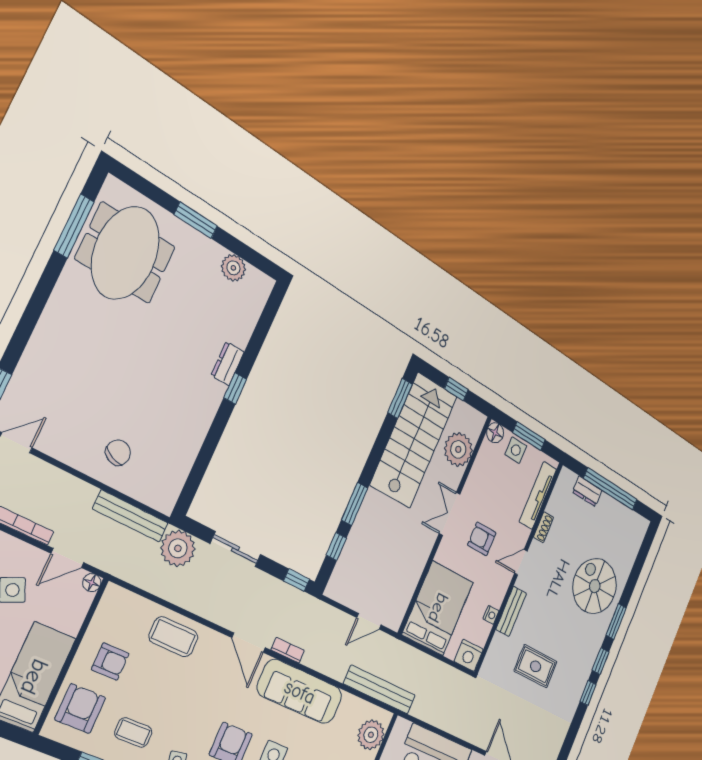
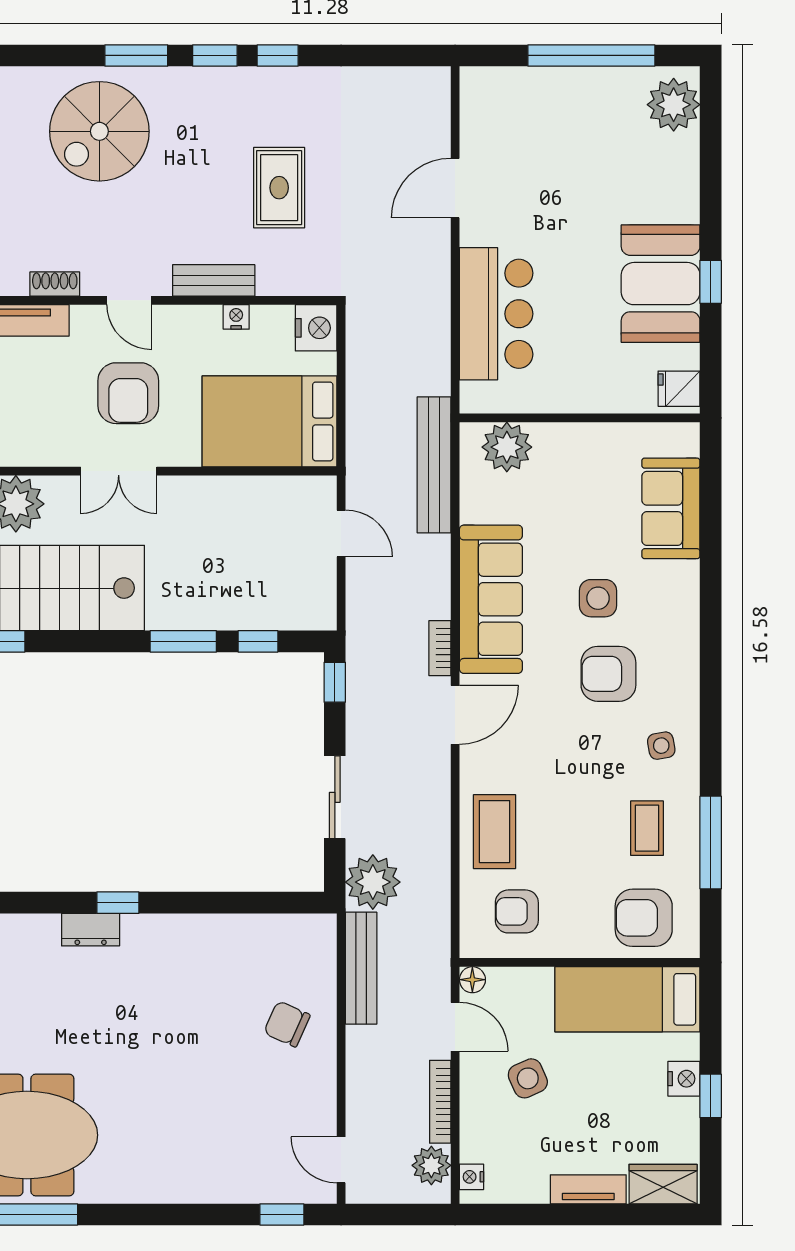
armchair: (482, 539) -> (128, 393), width x1.38, depth x1.38
armchair: (110, 661) -> (517, 911), moved, turned -90

